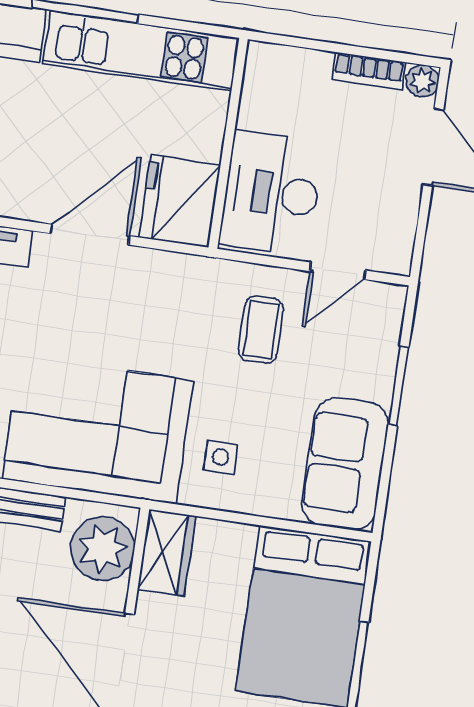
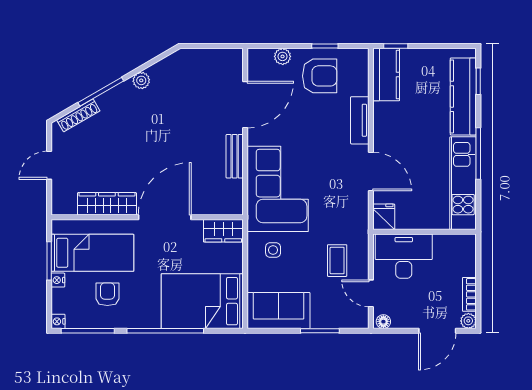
fridge: (180, 201) -> (384, 217), width x0.53, depth x0.75
floor lamp: (399, 254) -> (383, 322), added
coffee table: (261, 330) -> (337, 261), turned 90
plant: (103, 548) -> (221, 200), removed

